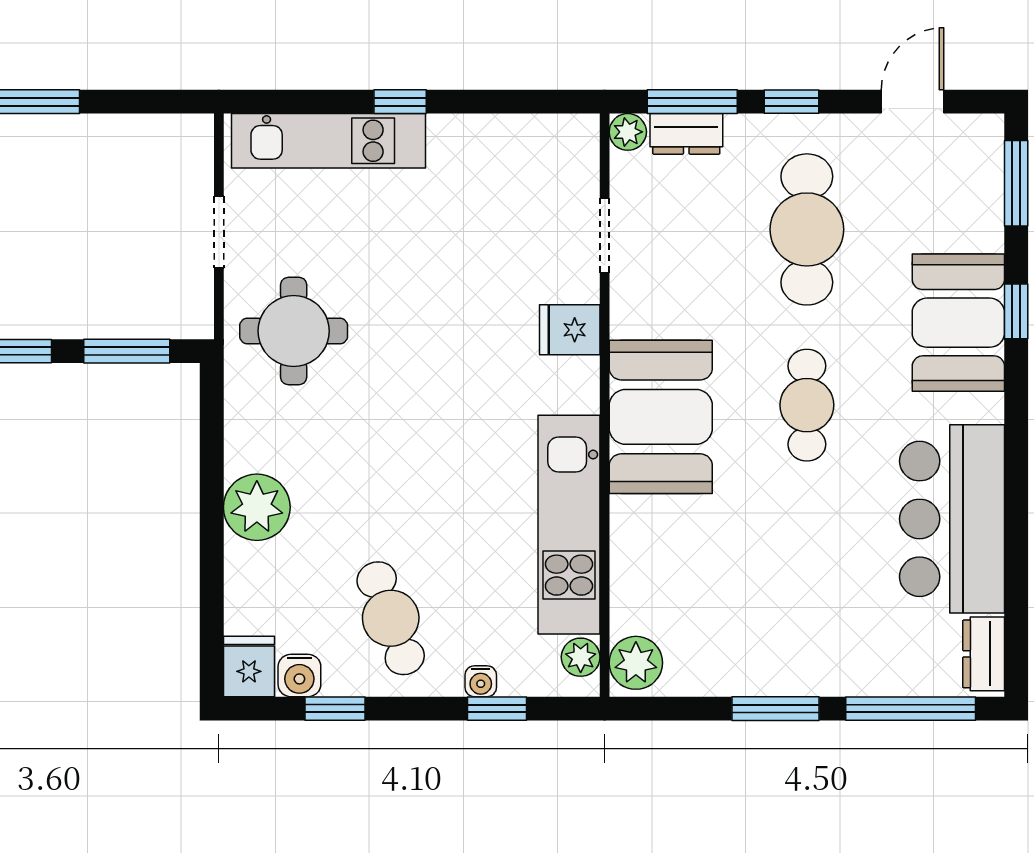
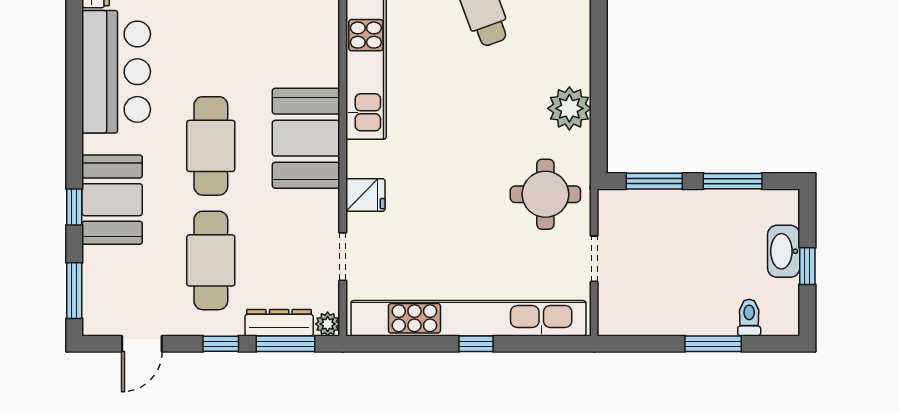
dresser: (686, 134) -> (279, 323), width x1.44
kitchen unit: (329, 141) -> (468, 318), width x1.86
cafe table: (807, 405) -> (211, 146), width x1.37, depth x1.35
plant: (257, 507) -> (569, 108), moved

